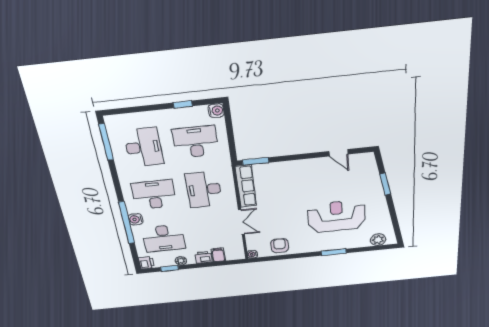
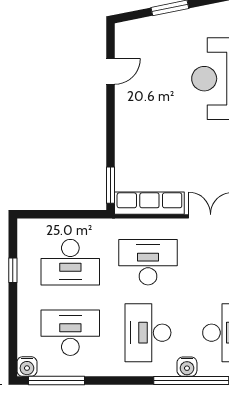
water cooler: (216, 111) -> (27, 366), moved, turned 180
desk: (196, 142) -> (70, 262), turned -90
desk: (204, 190) -> (148, 262), turned 180

